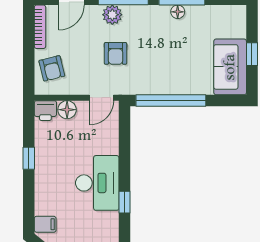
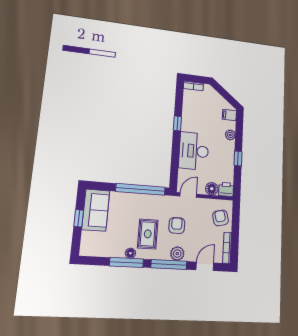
rug: (156, 39) -> (148, 234), added
desk: (97, 183) -> (194, 151), moved
plant: (42, 193) -> (230, 135), added

